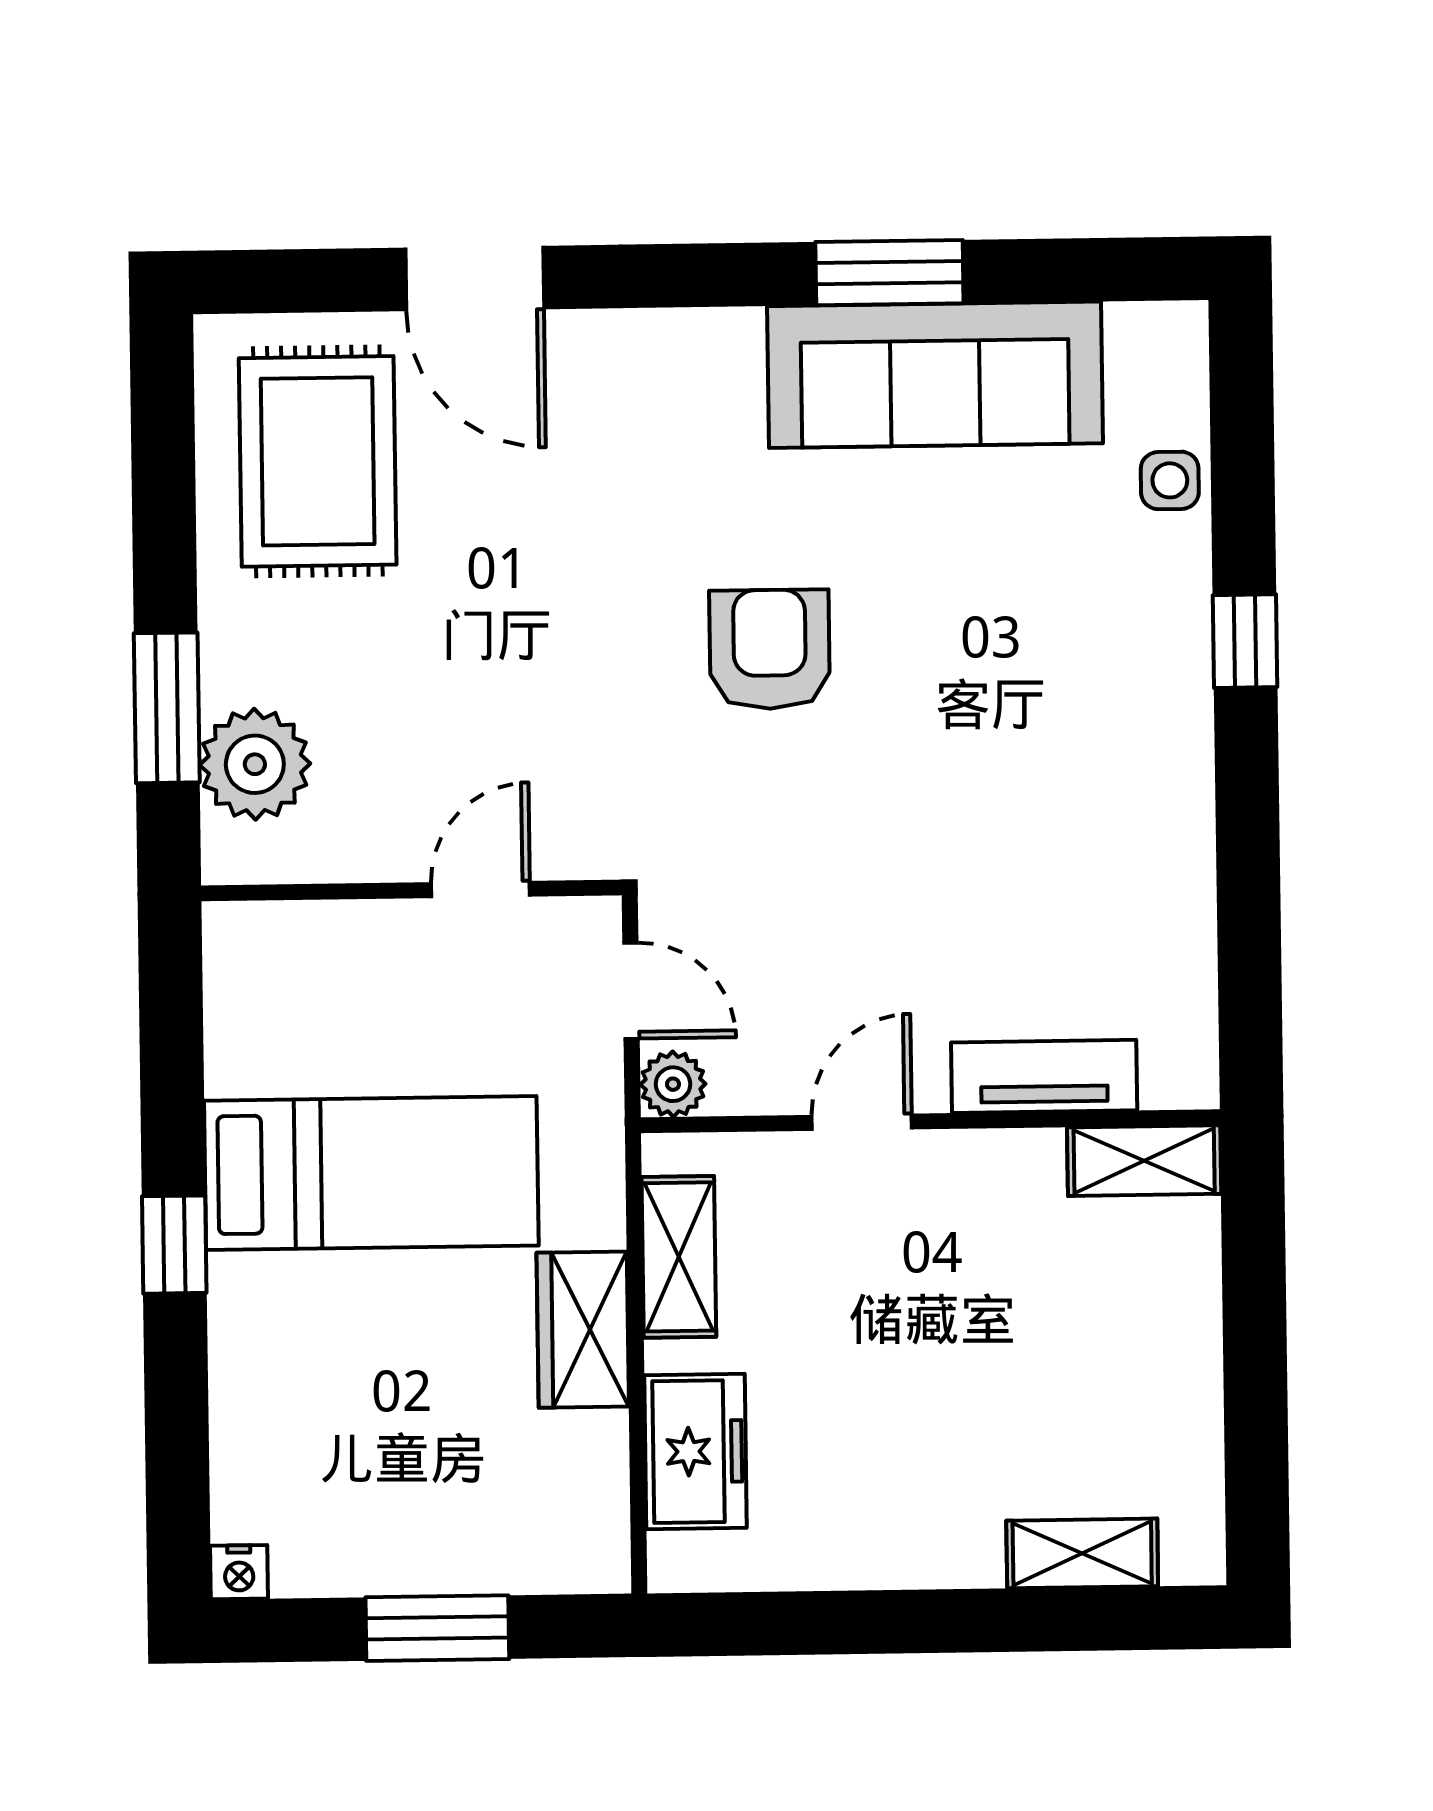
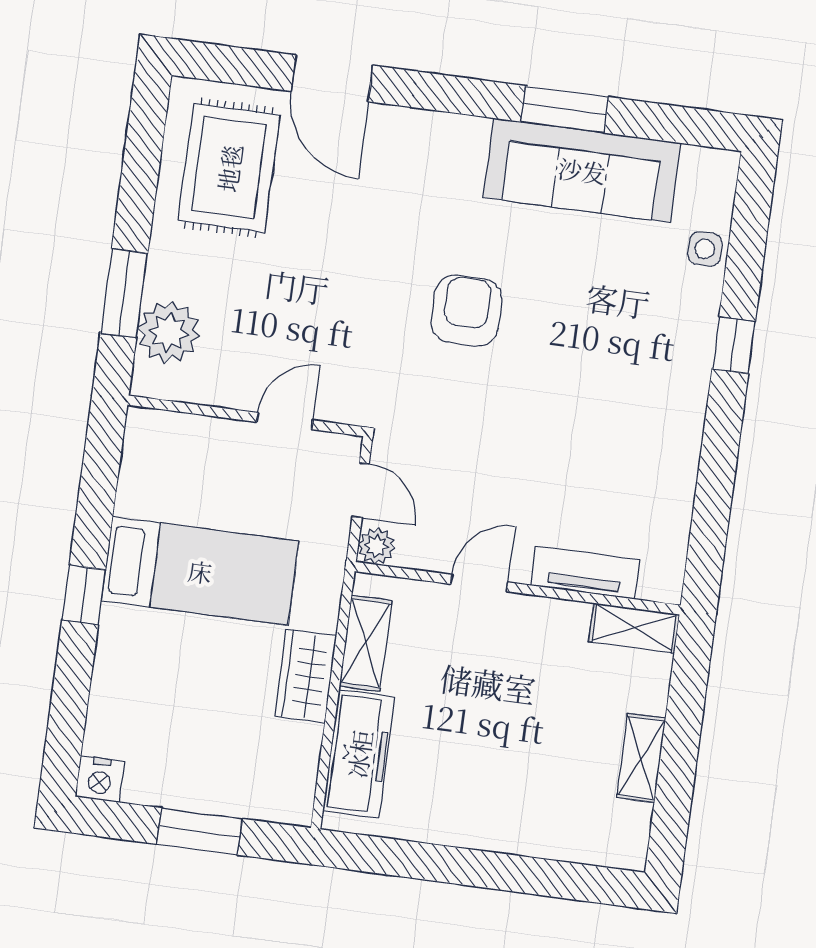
freezer: (695, 1451) -> (359, 754), width x1.40
shelving: (1082, 1553) -> (641, 758), moved, turned 90
nightstand: (239, 1572) -> (100, 779), width x1.39, depth x1.35

